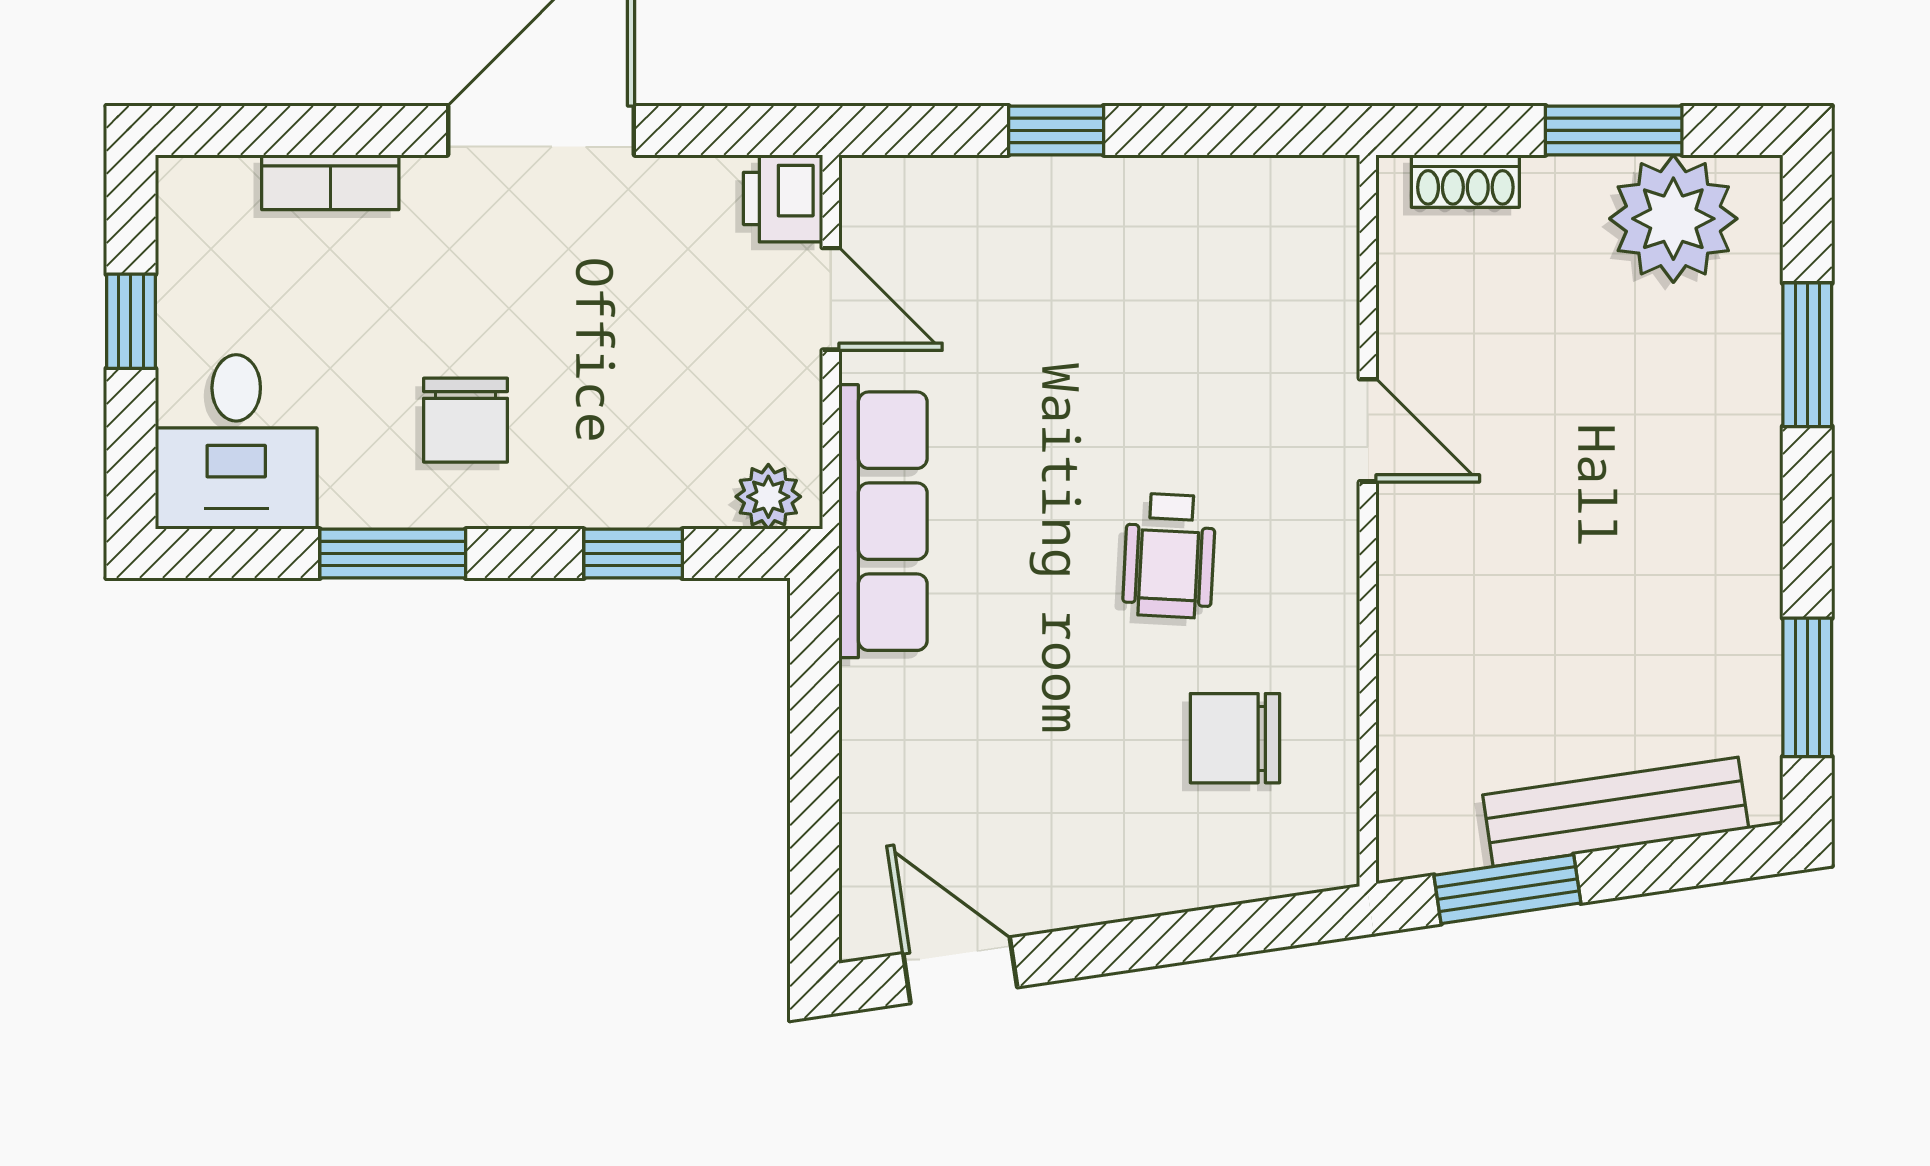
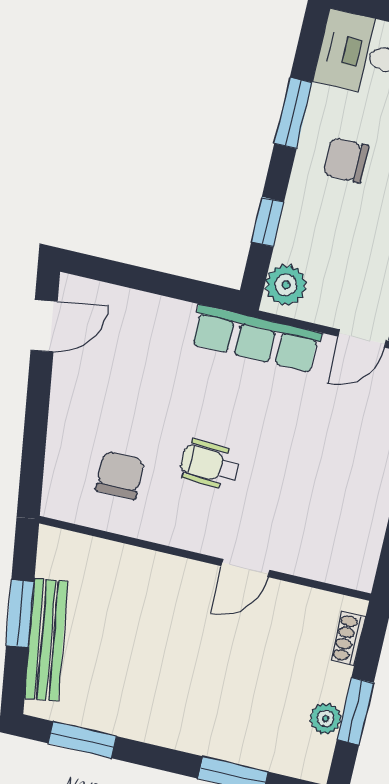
plant: (1673, 219) -> (326, 719), width x0.53, depth x0.53
plant: (768, 497) -> (286, 285), width x1.38, depth x1.38
window: (1507, 889) -> (20, 614), moved

